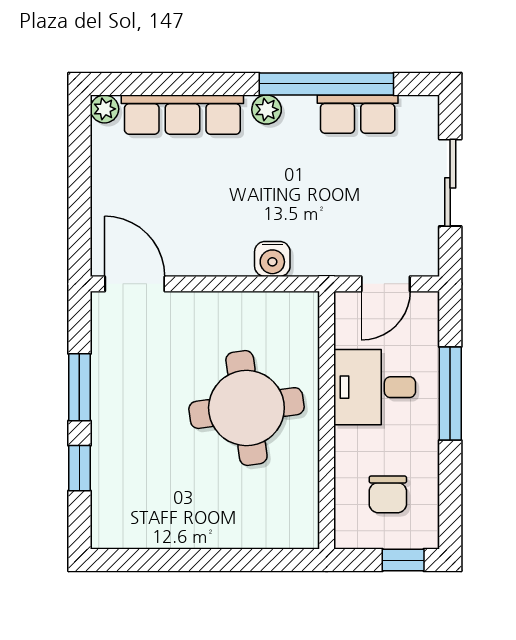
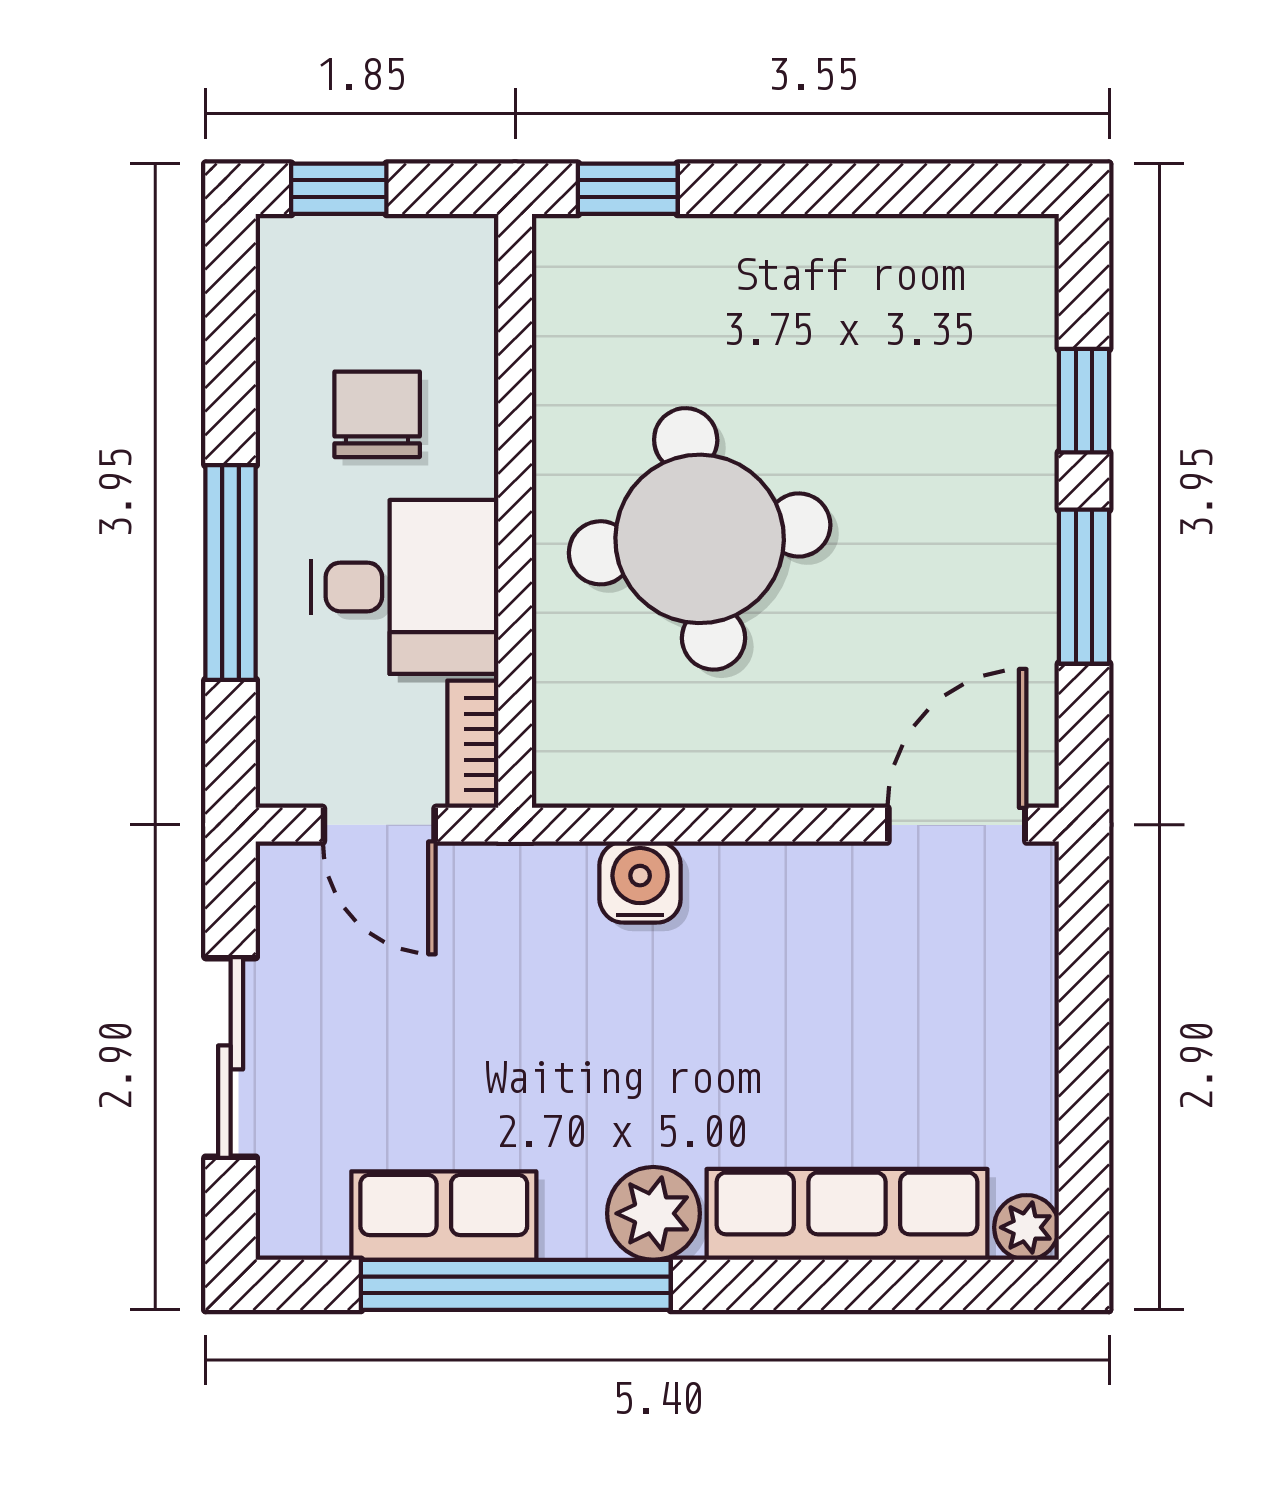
plant: (267, 110) -> (653, 1213), width x1.38, depth x1.38
door: (135, 284) -> (957, 825), swing flipped
door: (386, 284) -> (379, 825), swing flipped
bookcase: (345, 319) -> (473, 744), added
chair: (388, 494) -> (377, 414), moved
window: (278, 560) -> (628, 189), added

